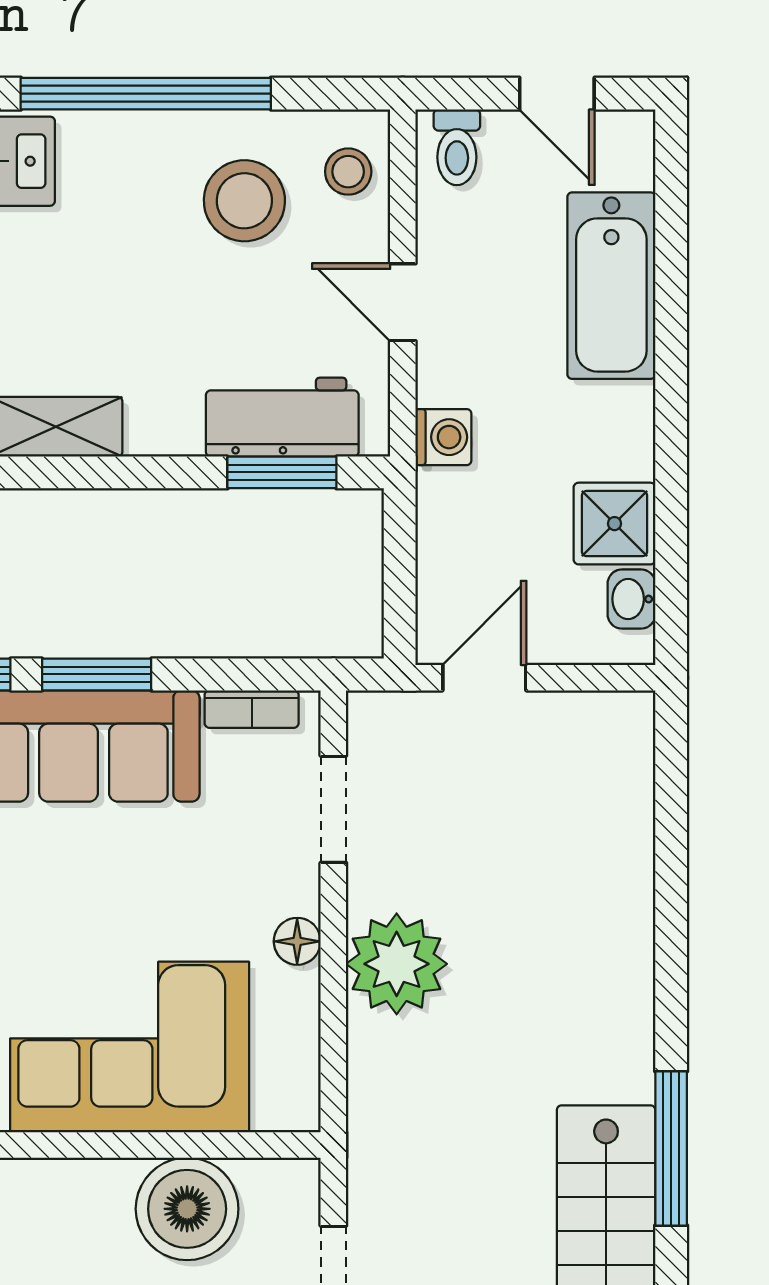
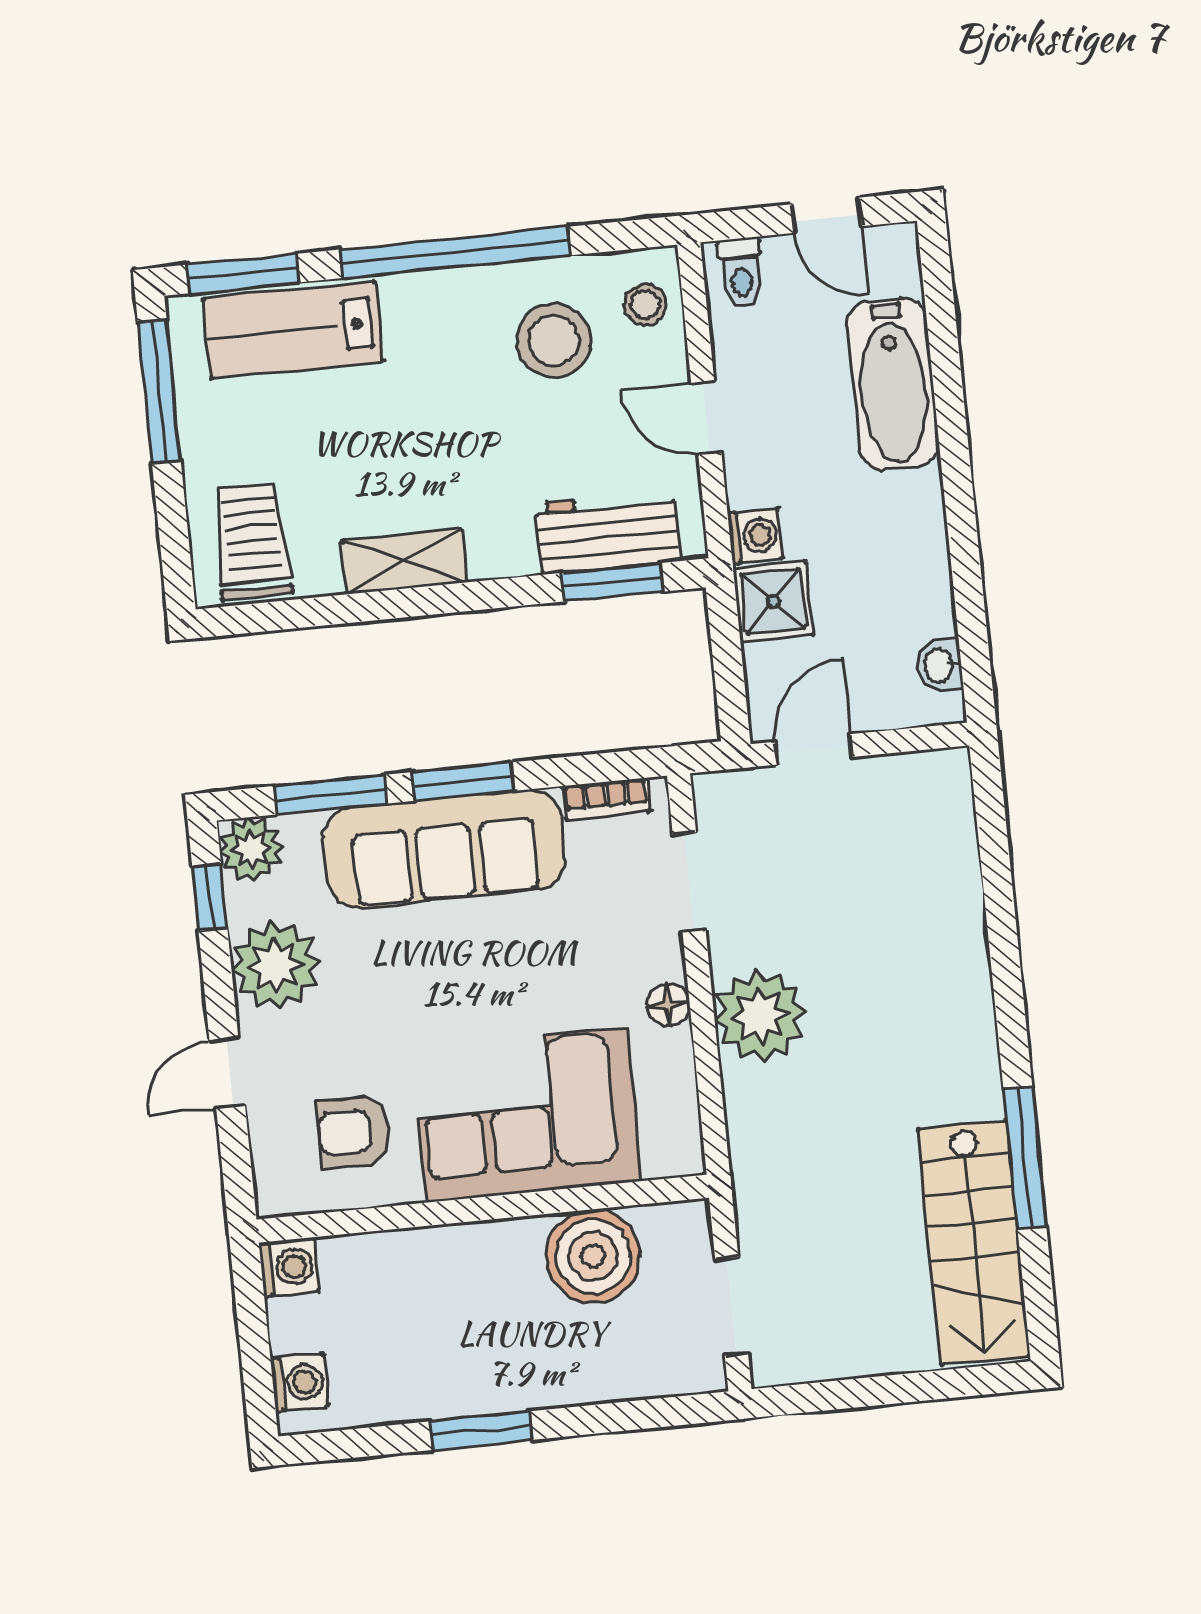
shower: (614, 524) -> (773, 601), moved

